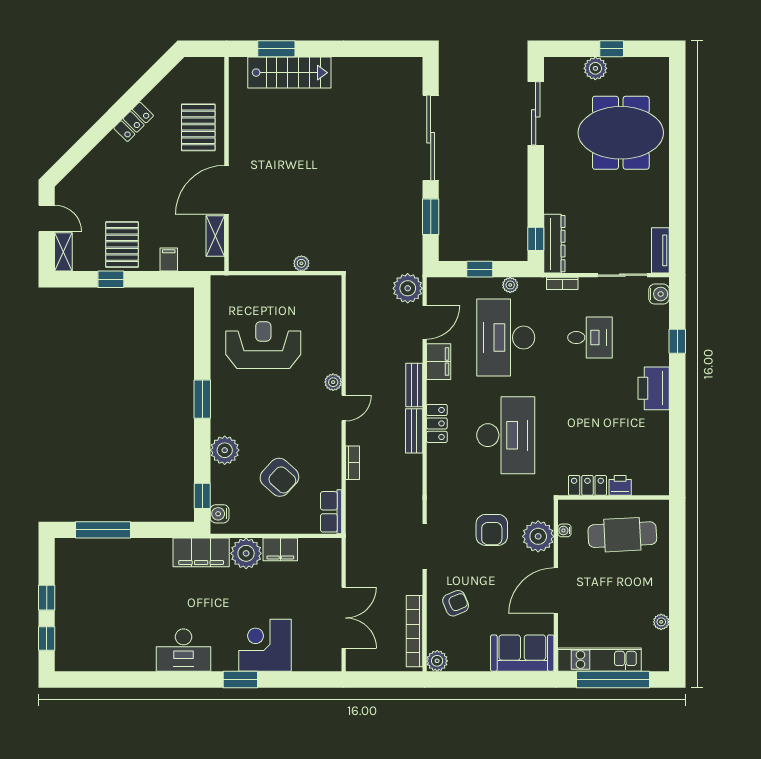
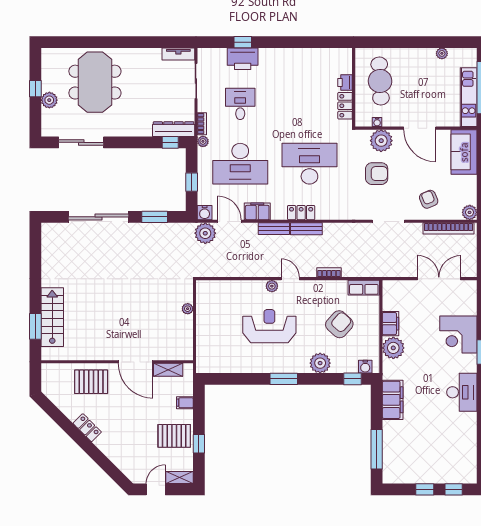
plant: (510, 285) -> (203, 141), moved
water cooler: (659, 294) -> (205, 213), moved, turned 180
reception desk: (263, 345) -> (269, 326), moved, turned 90
printer: (654, 388) -> (243, 59), moved
filing cabinet: (201, 552) -> (393, 400), moved

